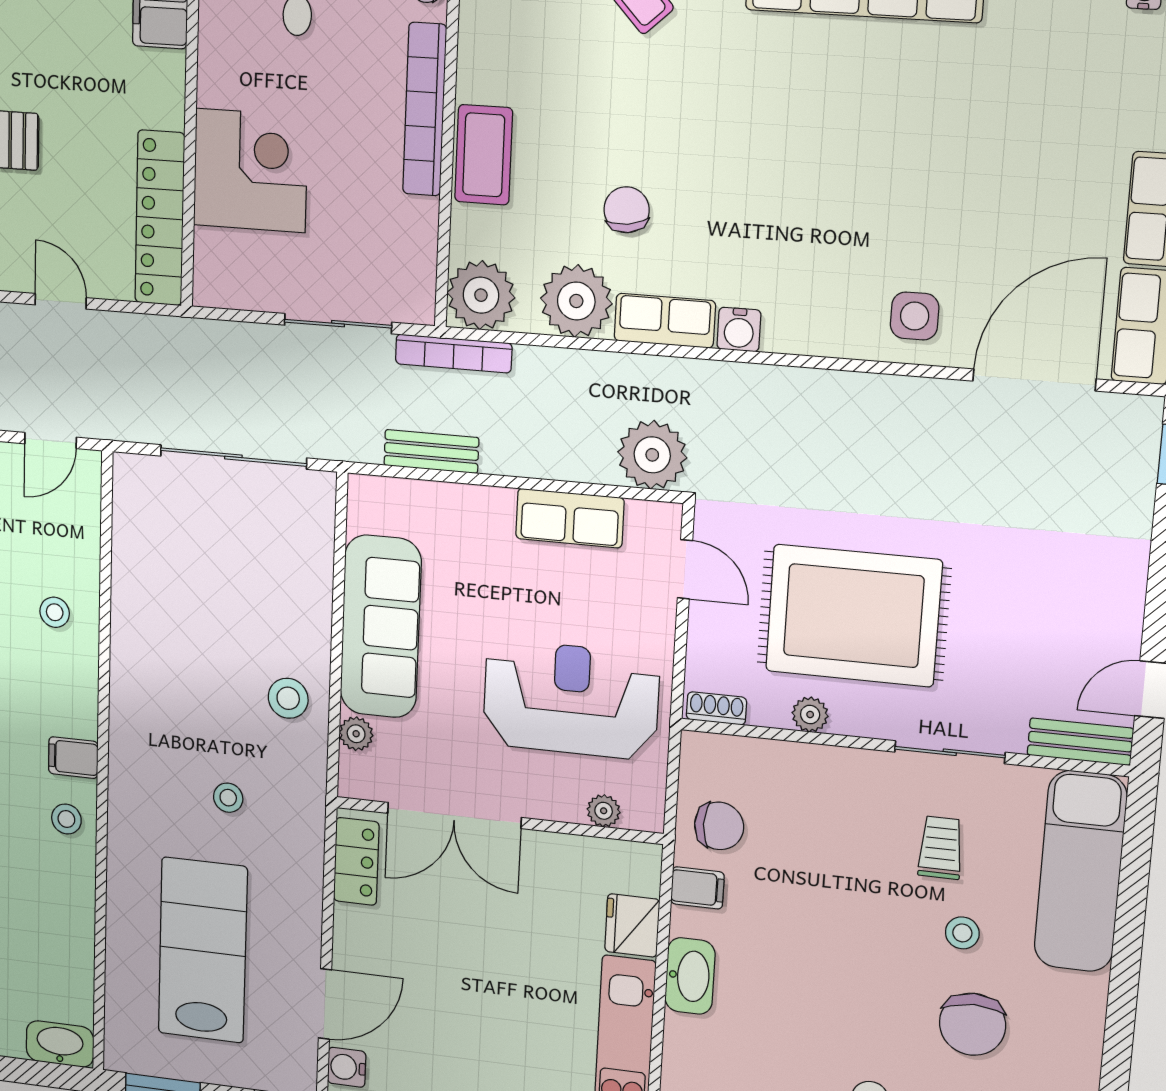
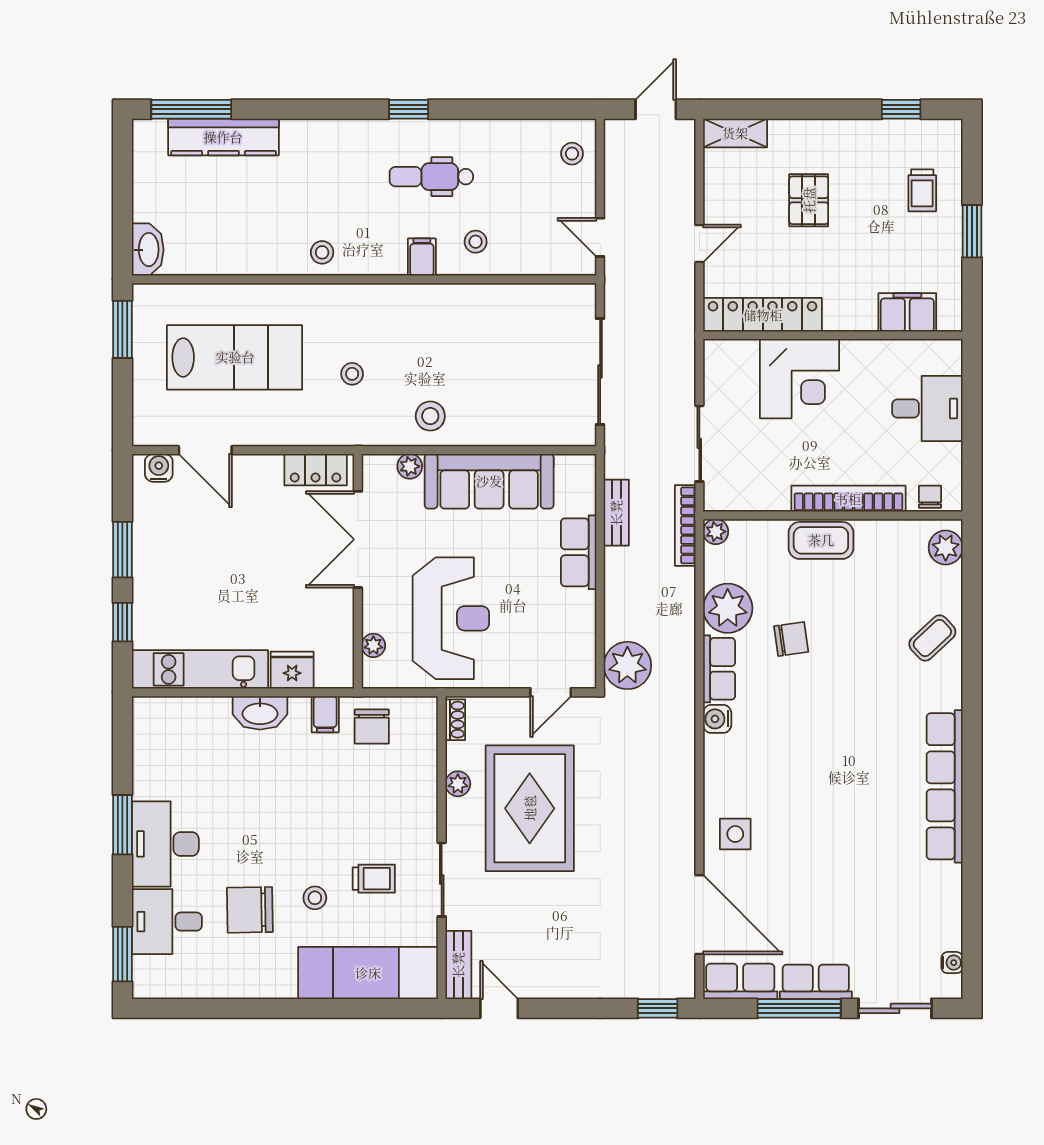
plant: (481, 295) -> (716, 532), width x0.53, depth x0.53
row of seats: (570, 518) -> (579, 552), moved
filing cabinet: (73, 758) -> (422, 257), moved

